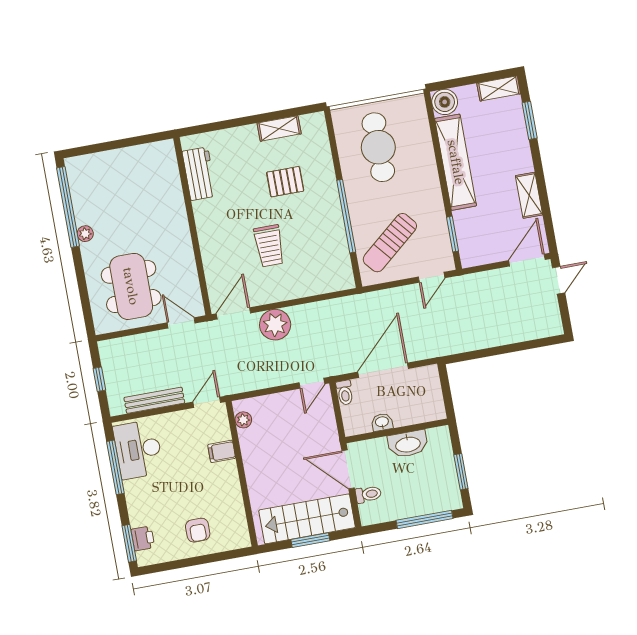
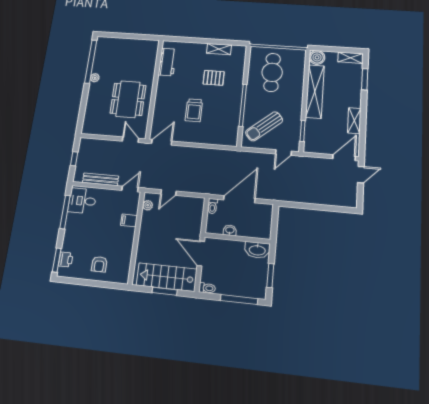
dining table: (131, 286) -> (128, 99), moved
plant: (275, 325) -> (184, 155), removed
door: (312, 383) -> (168, 193), moved
washbasin: (408, 444) -> (257, 250), moved
desk: (138, 449) -> (82, 201), width x0.73
toilet: (368, 494) -> (207, 288), moved

